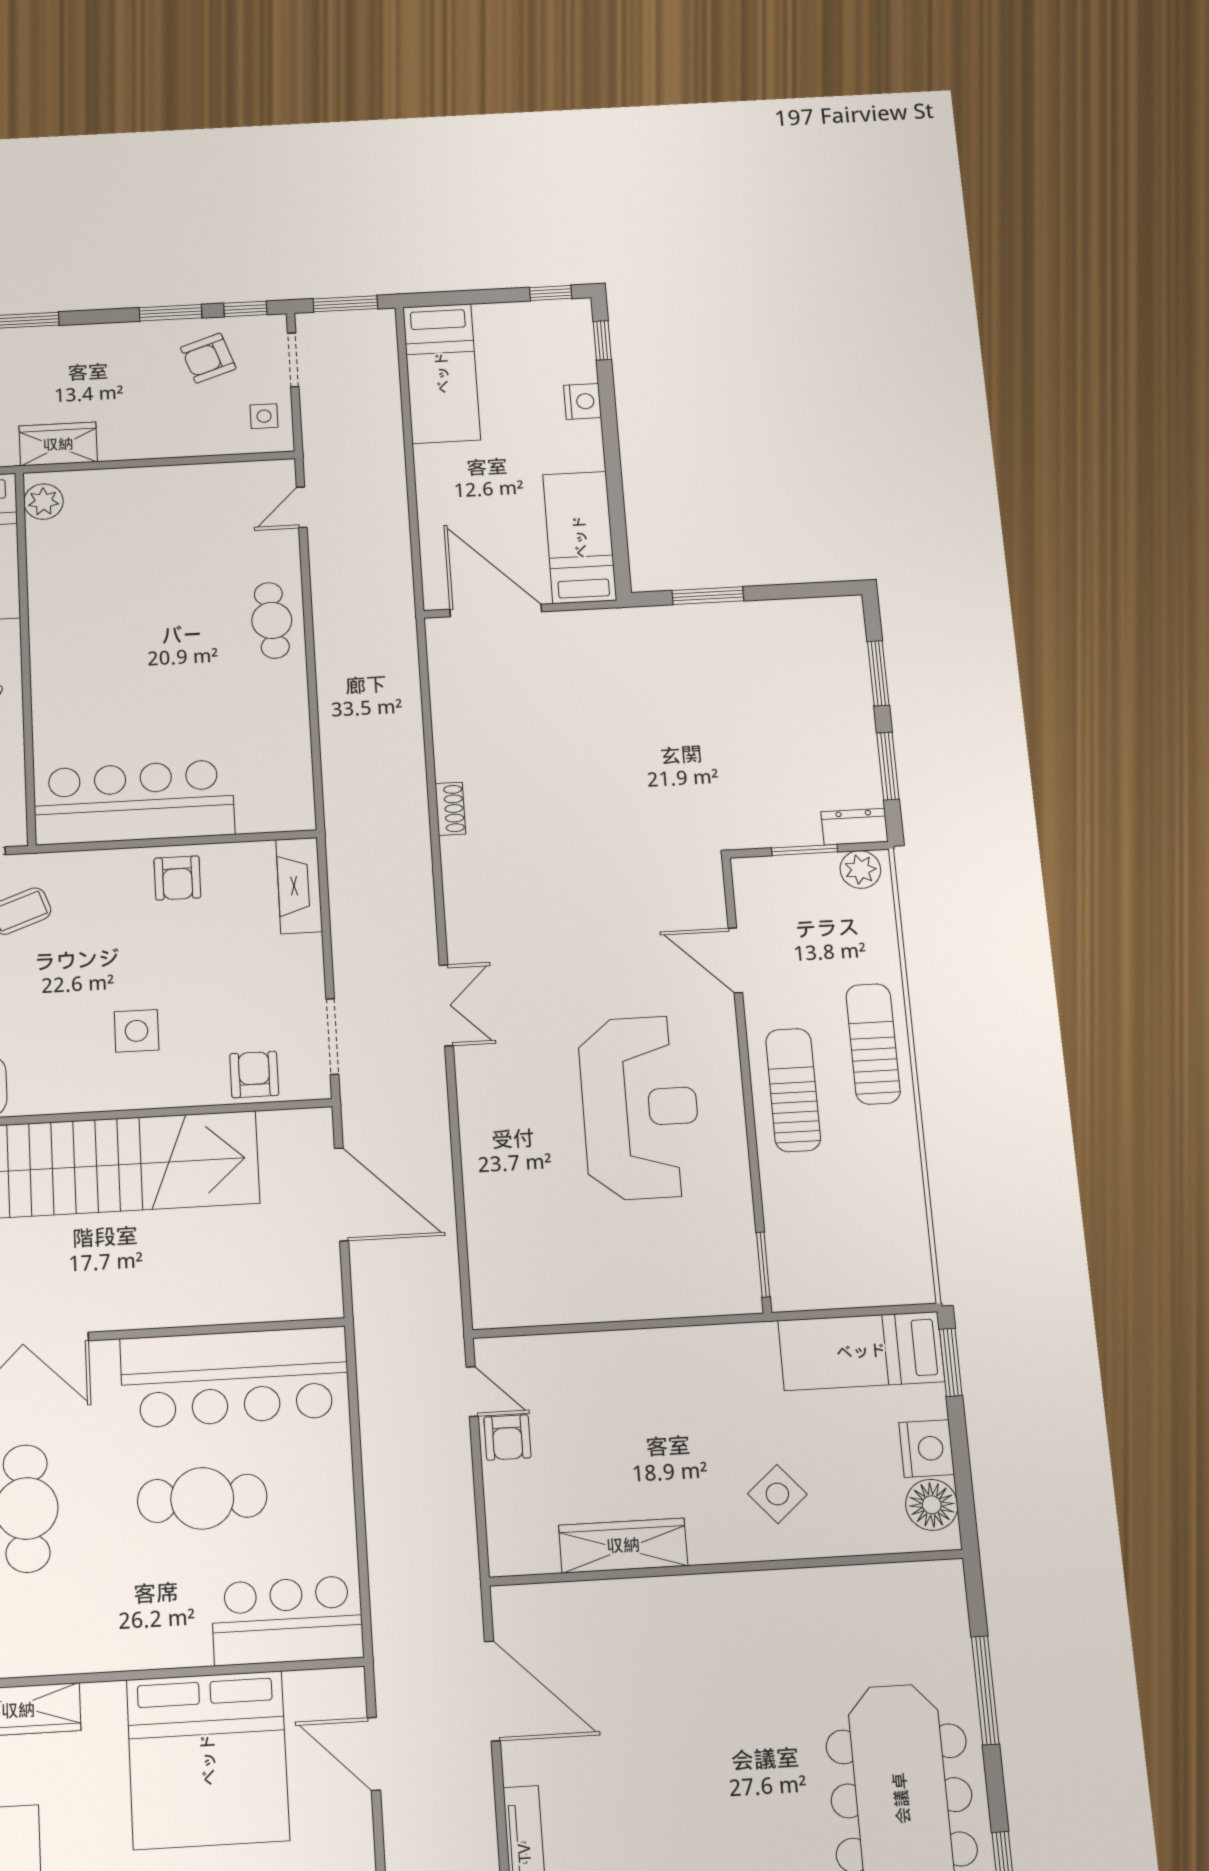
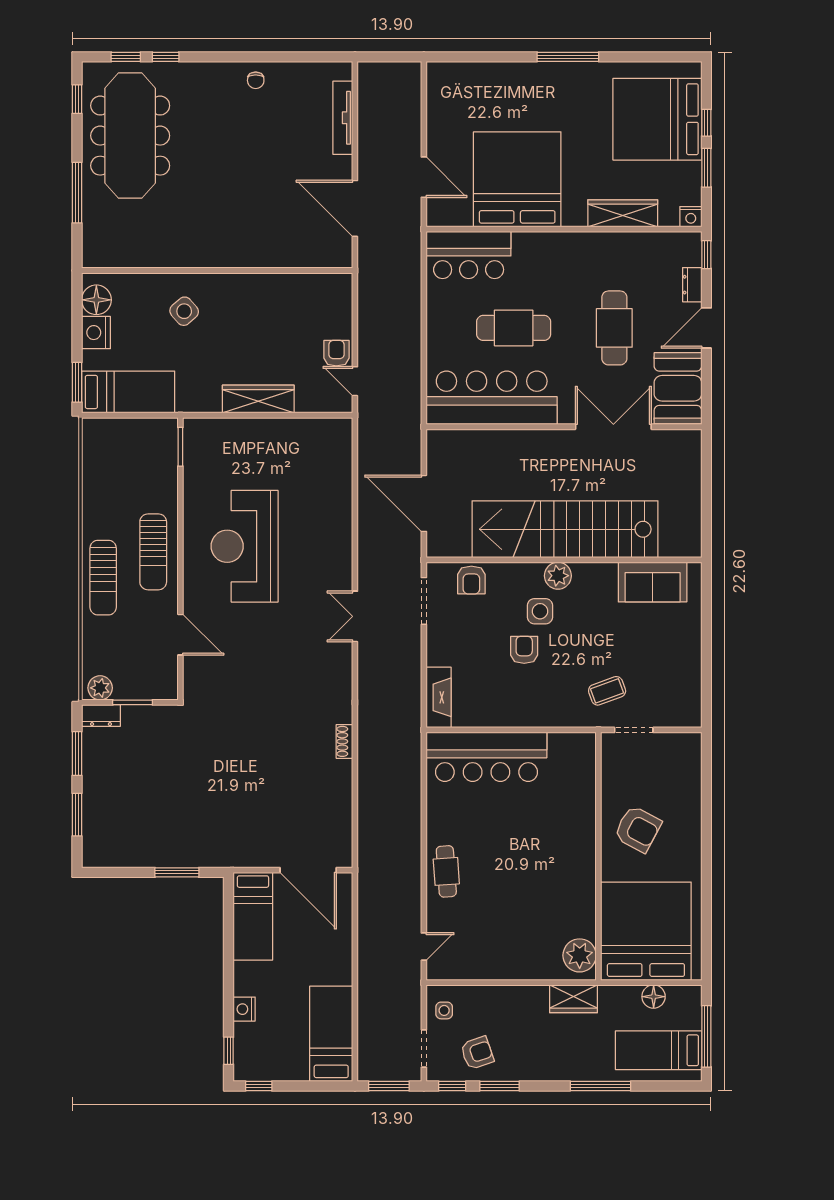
plant: (43, 502) -> (580, 955), width x1.36, depth x1.36
bar counter: (134, 802) -> (487, 757), moved
armchair: (177, 878) -> (524, 650), moved
plant: (109, 1090) -> (558, 576), added
wardrobe: (623, 1545) -> (258, 399), moved, turned 180

